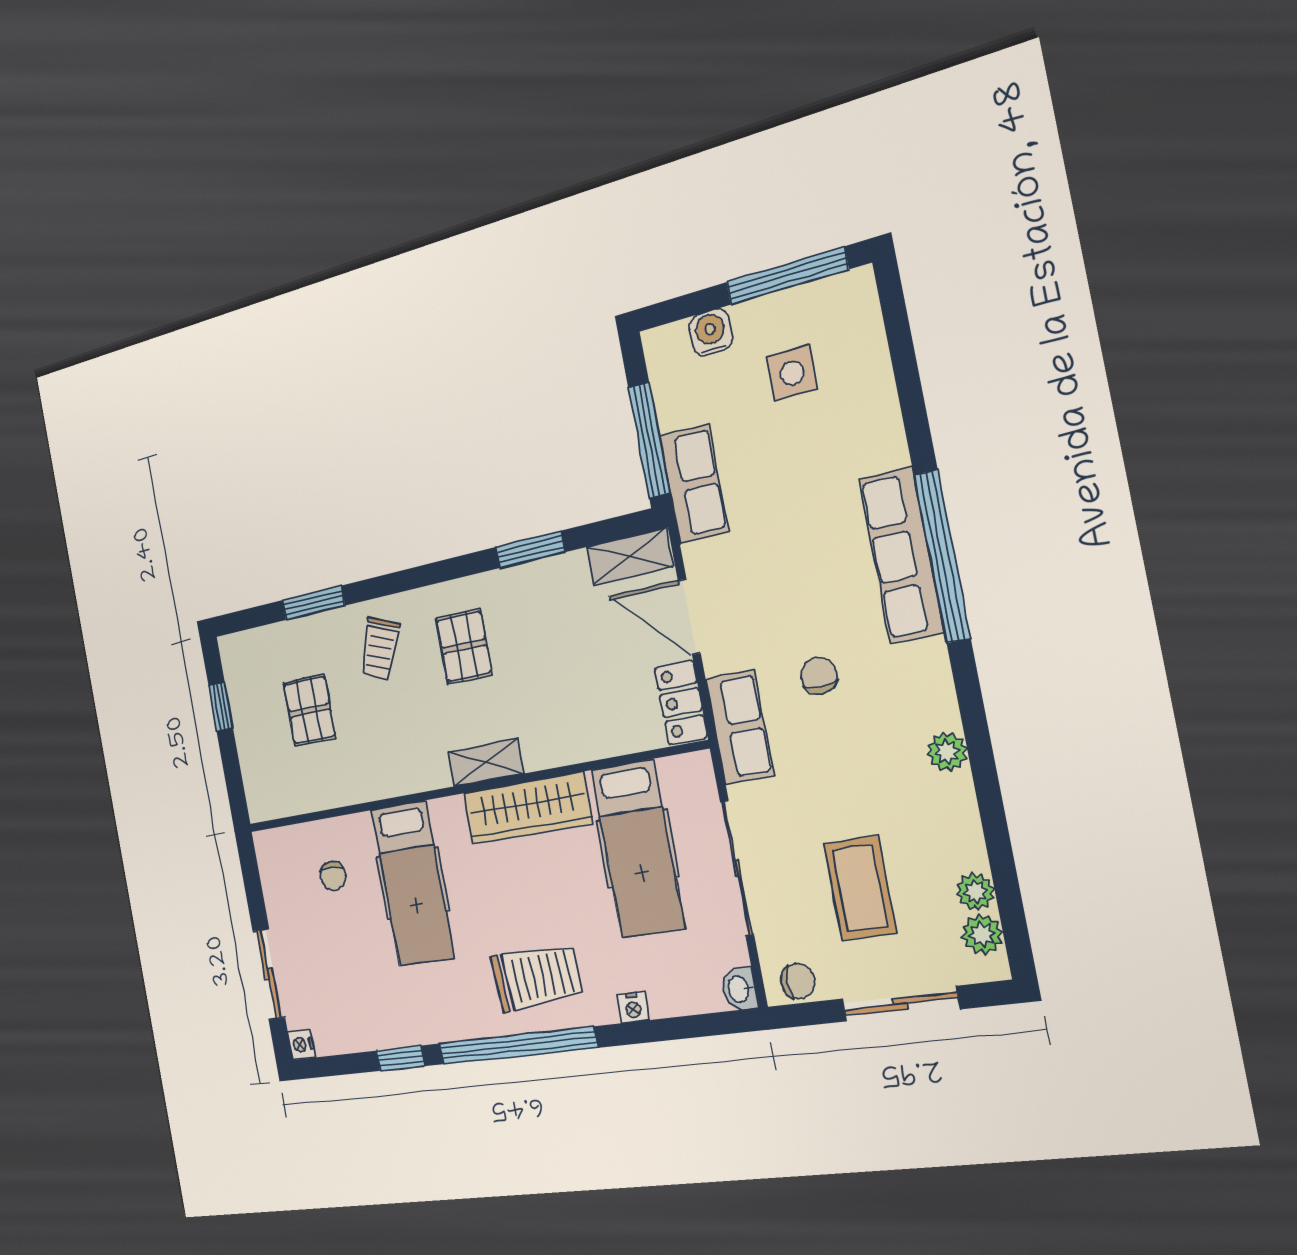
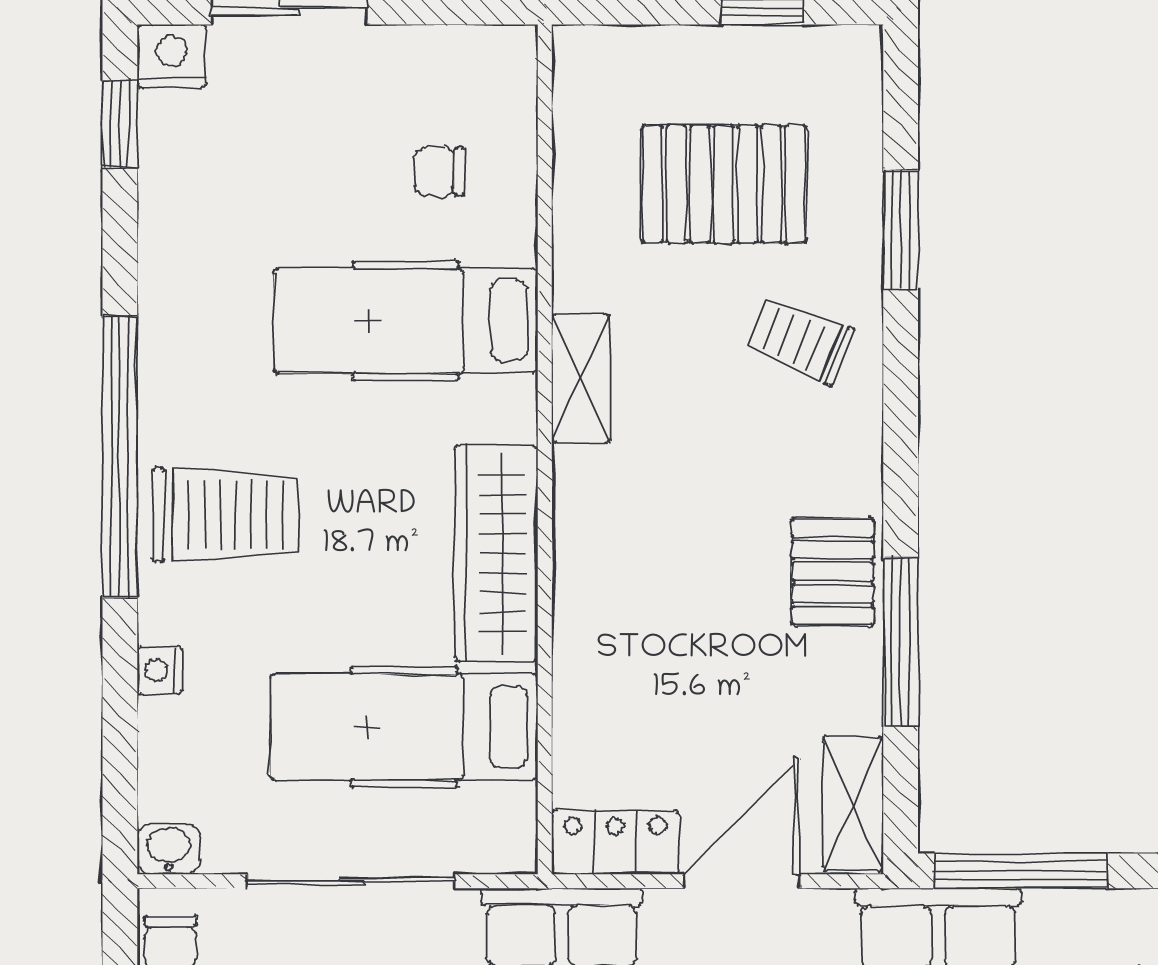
window: (530, 550) -> (901, 641), width x1.44
pallet: (464, 646) -> (833, 572), moved, turned 90
pallet: (309, 710) -> (724, 184), width x1.50, depth x1.42
shelving: (486, 762) -> (581, 378), moved
trolley: (537, 977) -> (226, 515), turned -87
nightstand: (301, 1045) -> (171, 56), width x1.39, depth x1.35
window: (400, 1058) -> (120, 124), moved

